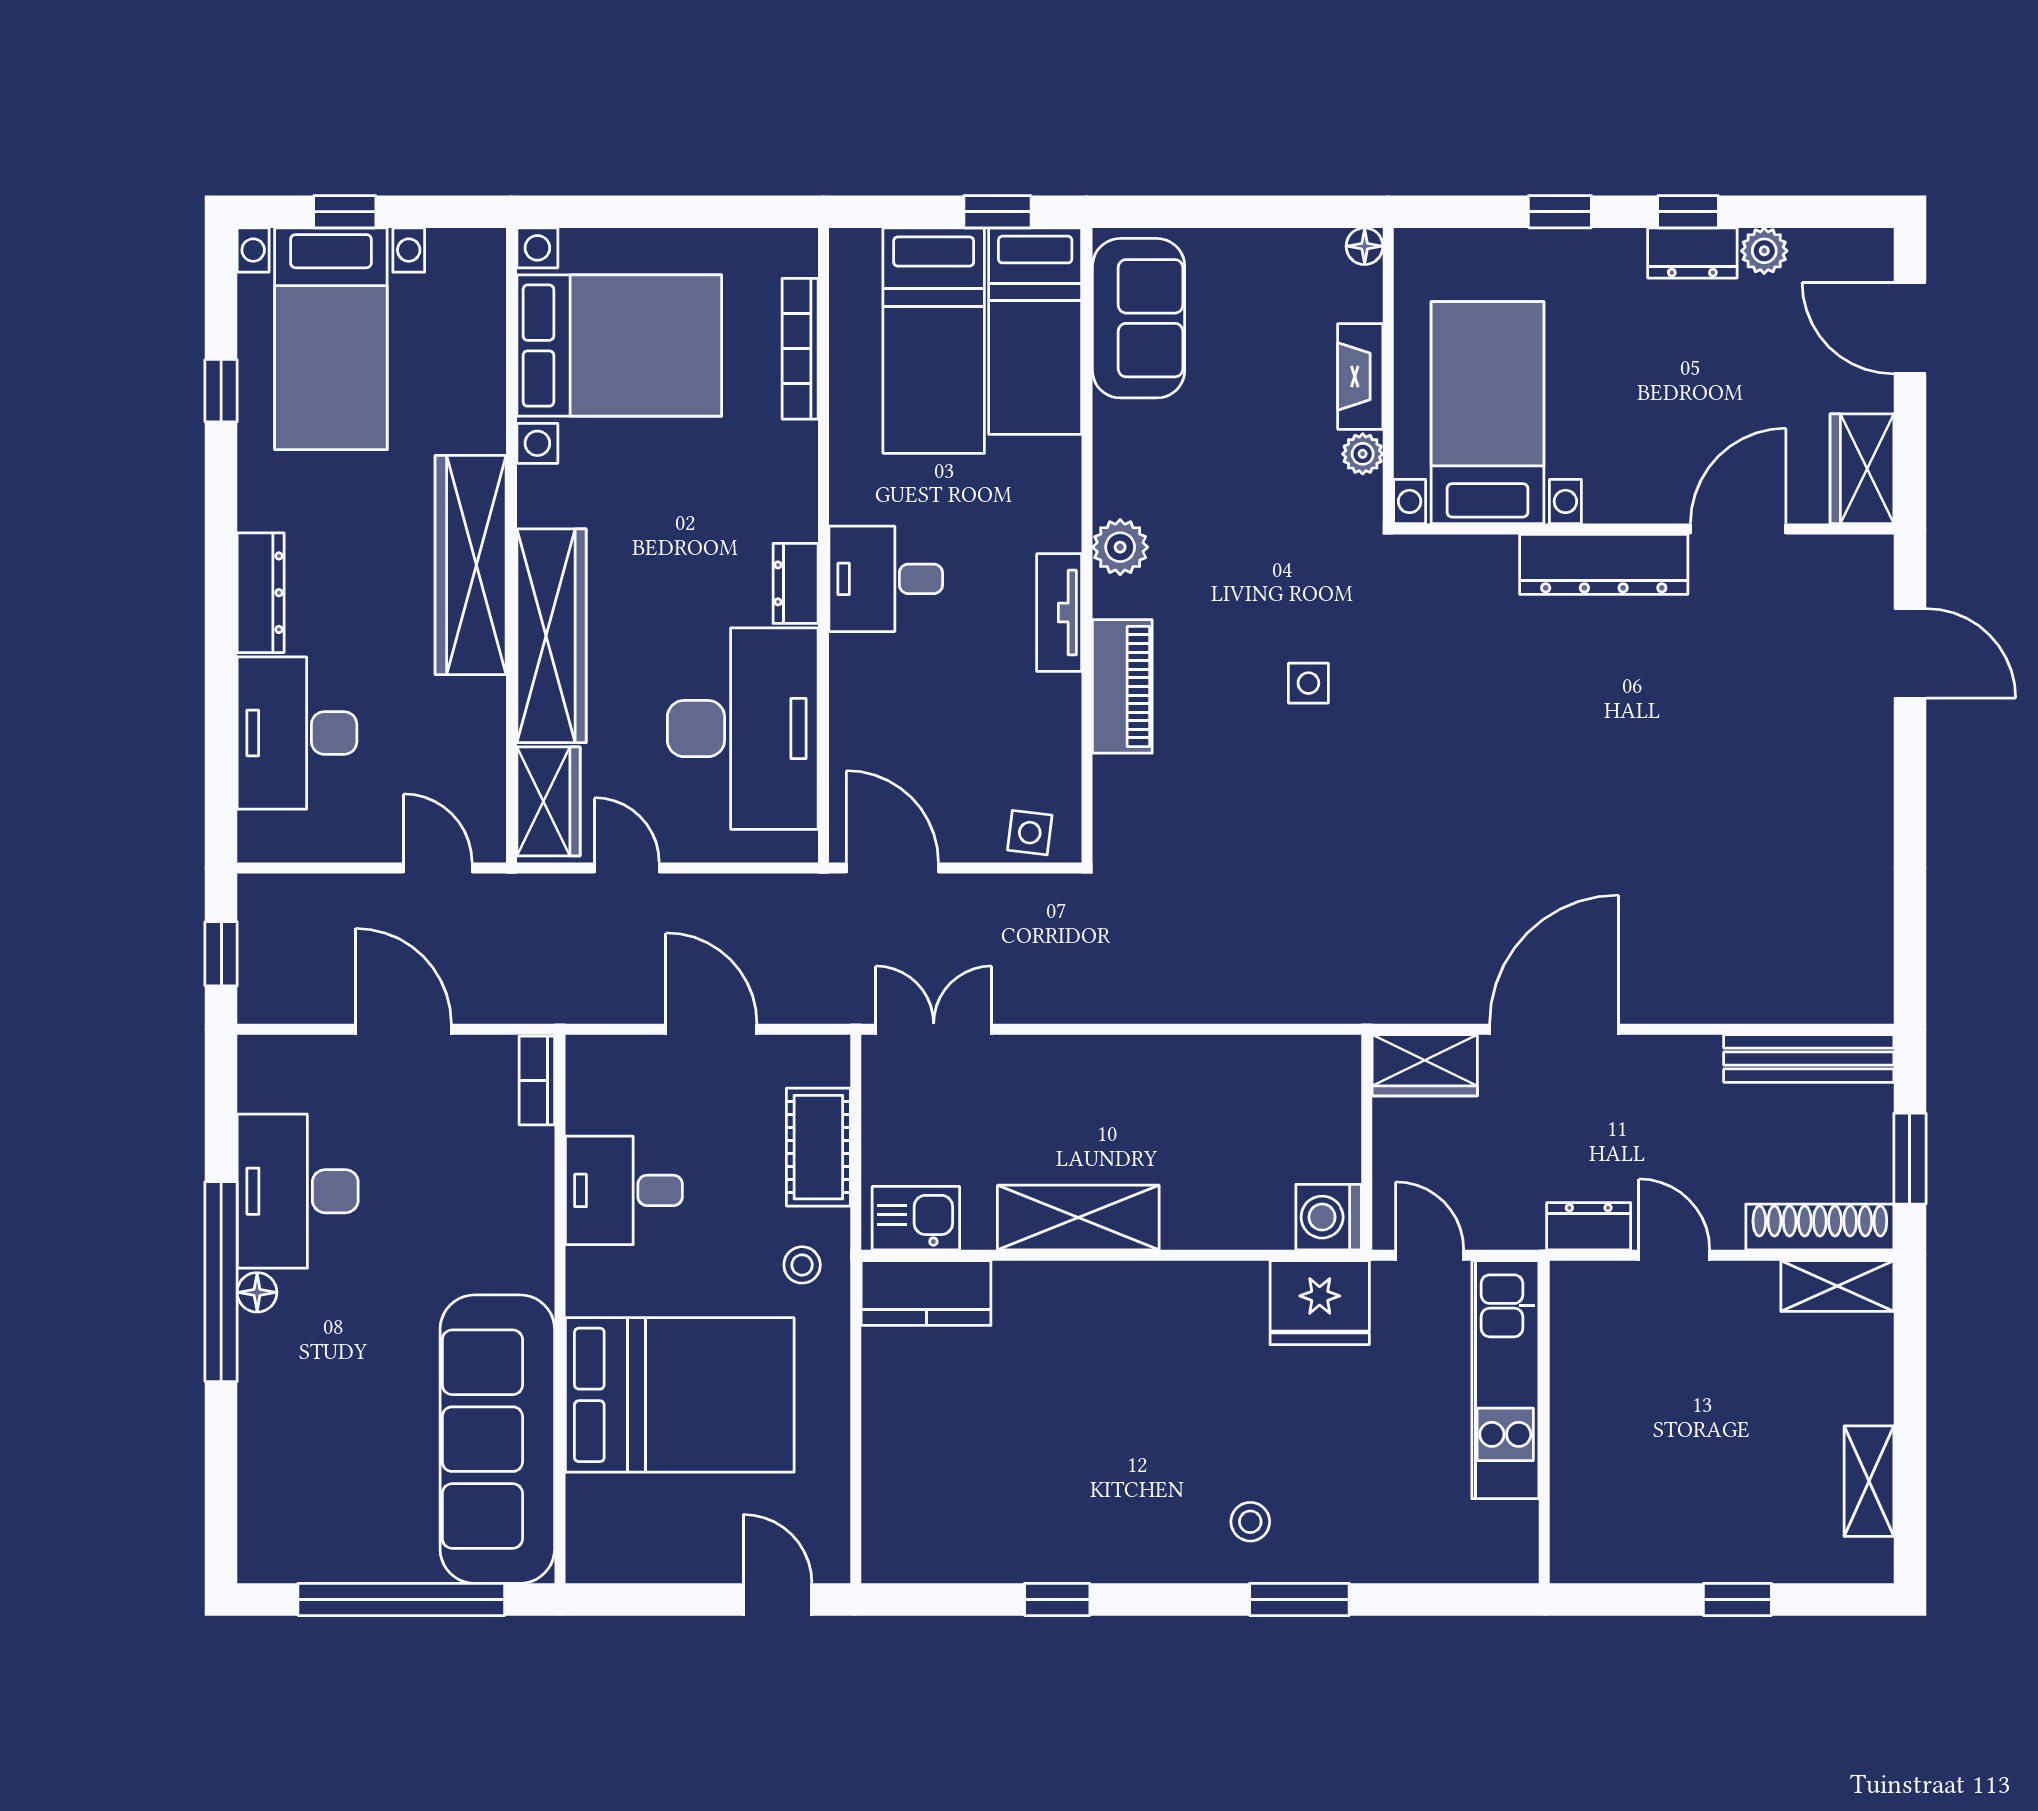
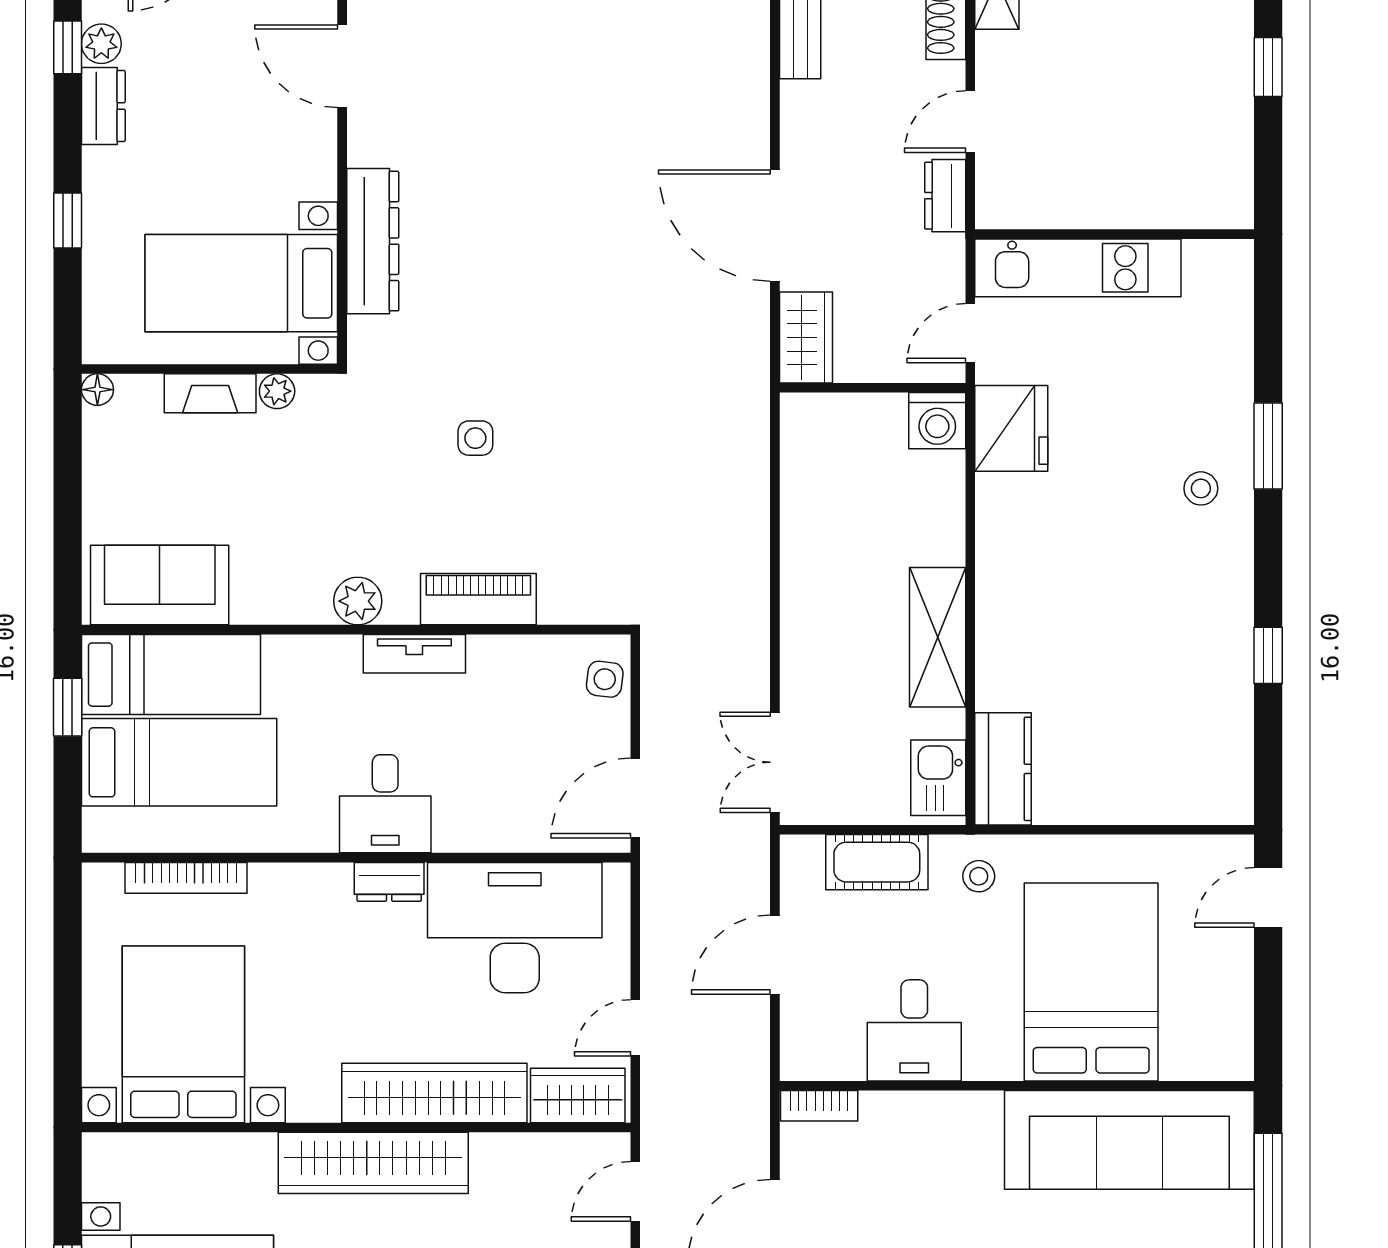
window: (1688, 212) -> (68, 47), moved
dresser: (1604, 564) -> (373, 241), moved

